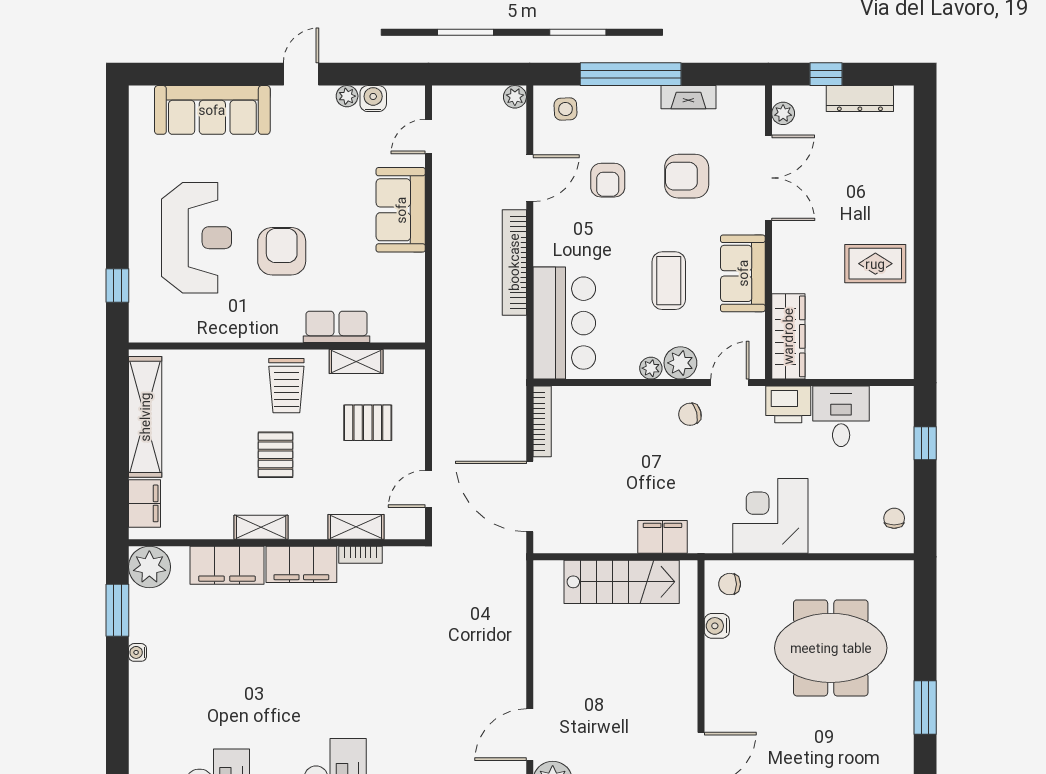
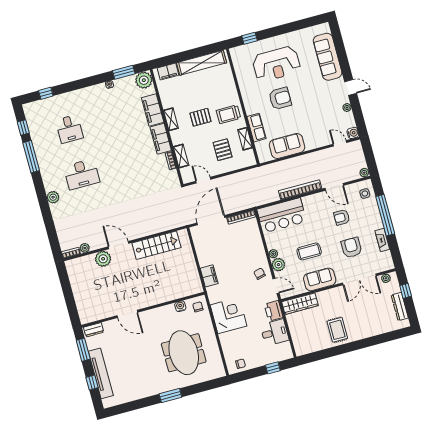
water cooler: (373, 99) -> (353, 133), moved
sofa: (401, 210) -> (287, 146), moved
stairs: (622, 582) -> (156, 245), moved, turned -90

